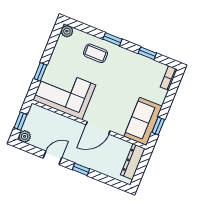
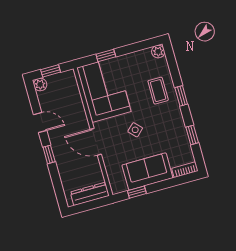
side table: (111, 92) -> (135, 130), added
sofa: (143, 121) -> (147, 171), moved

